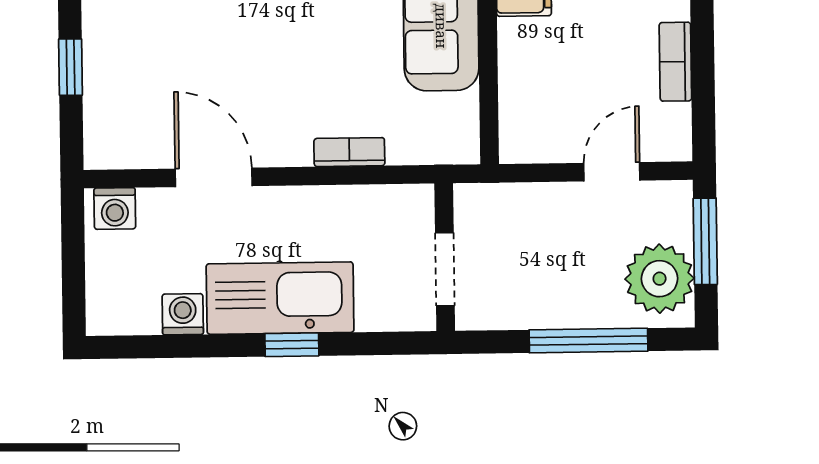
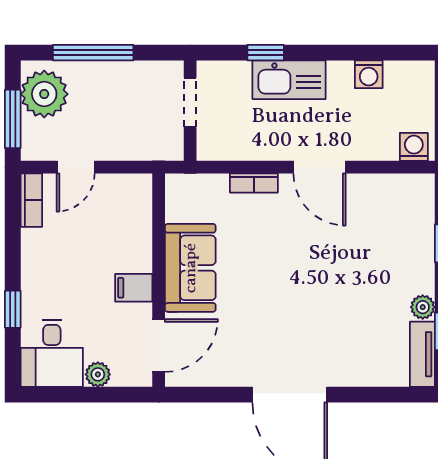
bookcase: (675, 62) -> (31, 200), moved
door: (214, 177) -> (320, 167), moved
kitchen sink: (280, 298) -> (289, 80), width x0.73, depth x0.81
window: (292, 345) -> (266, 53), moved

